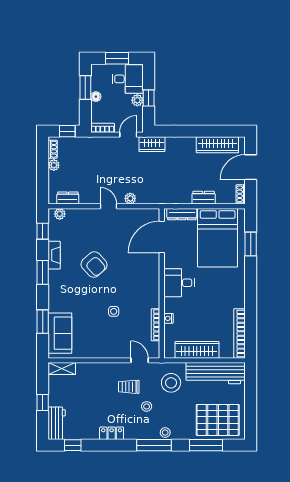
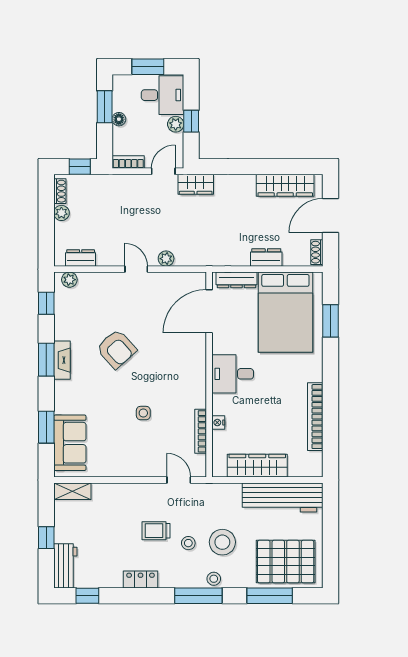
fireplace: (54, 255) -> (62, 360), moved
bookcase: (239, 333) -> (315, 417), moved
stool: (171, 383) -> (222, 542), moved
trolley: (129, 387) -> (156, 531), moved

